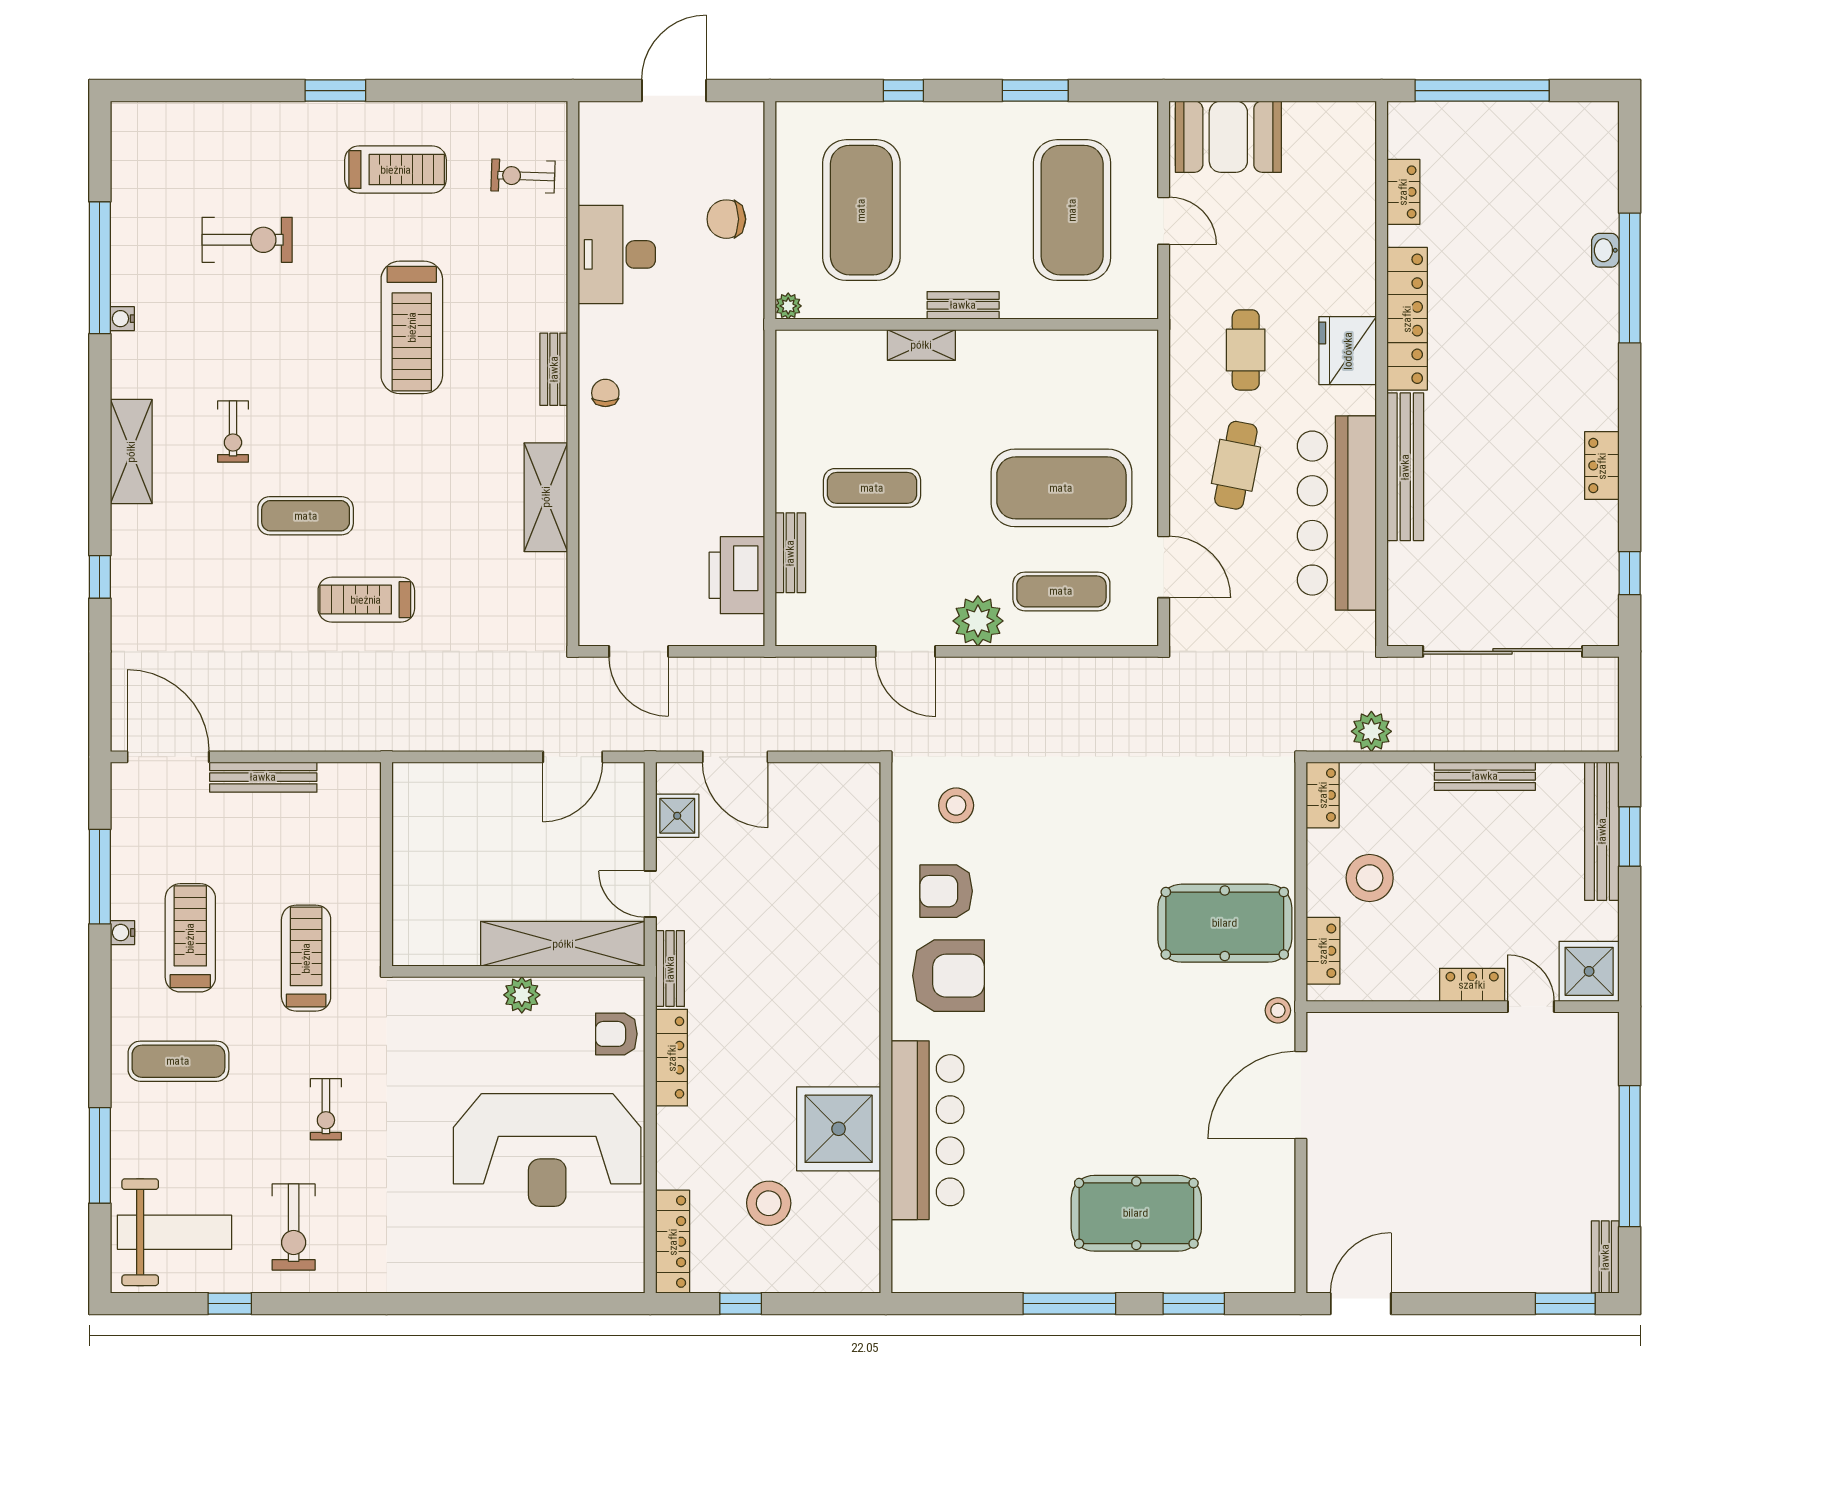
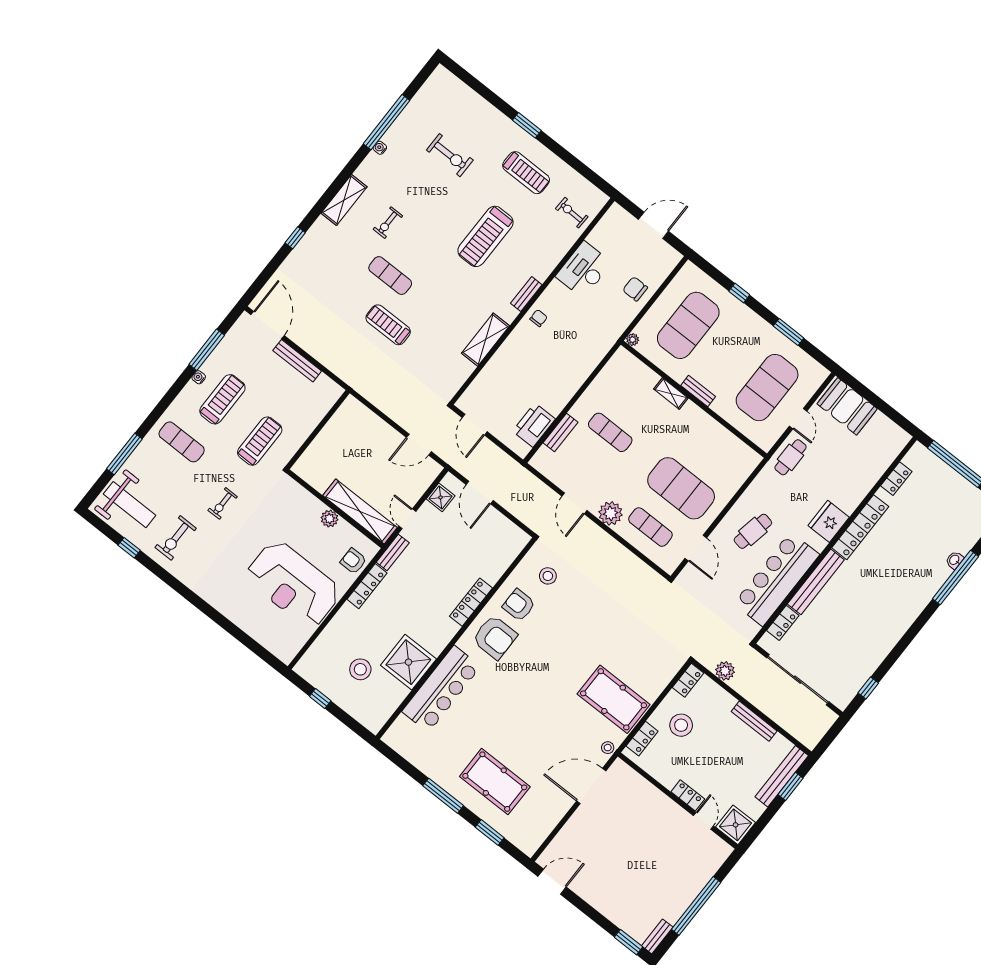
cafe table: (1246, 350) -> (791, 457), moved
locker: (1602, 466) -> (783, 623), moved, turned 180
locker: (673, 1242) -> (471, 602), moved, turned 180

